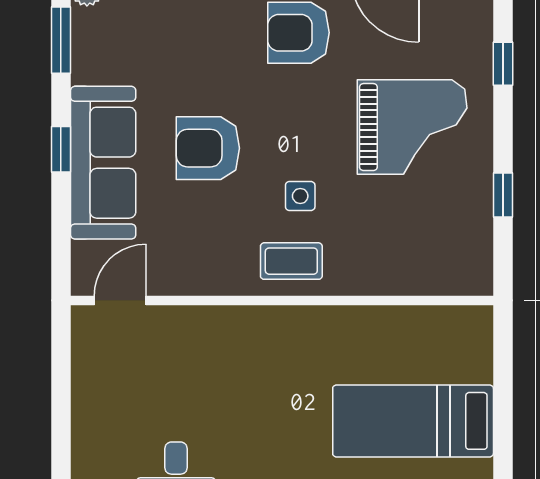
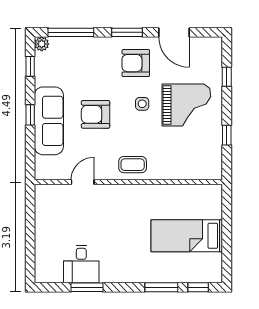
window: (61, 40) -> (30, 66), width x0.67
side table: (300, 196) -> (142, 104), moved
door: (120, 300) -> (83, 182), moved

